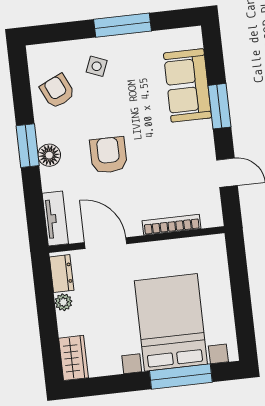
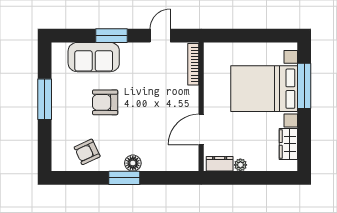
side table: (97, 66) -> (72, 121), removed
armchair: (108, 155) -> (105, 102), moved
tv unit: (55, 219) -> (179, 164), removed
bookcase: (172, 225) -> (193, 64), moved
wardrobe: (74, 358) -> (288, 144), moved, turned -90

